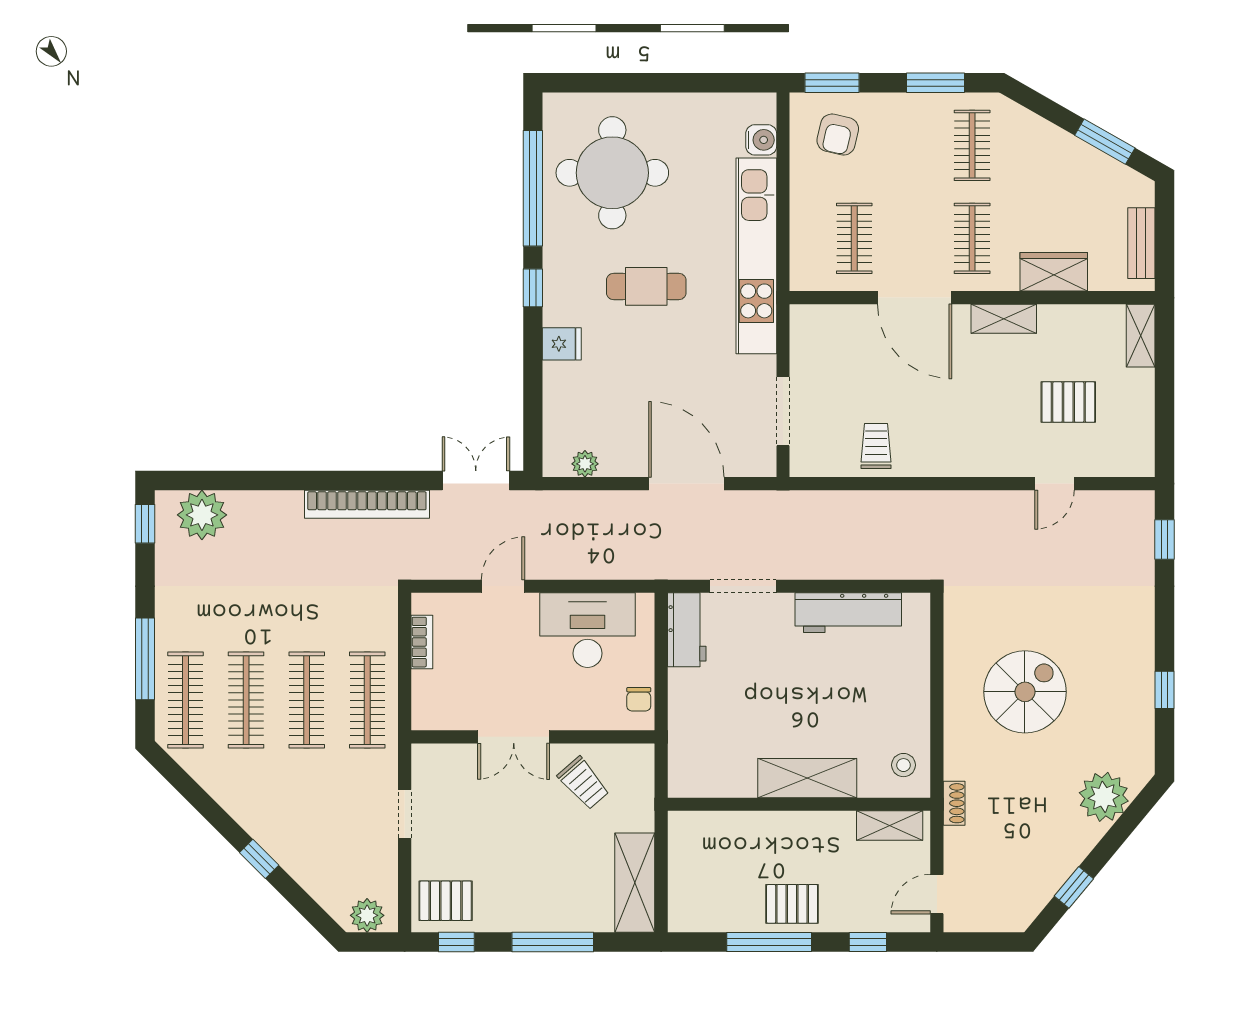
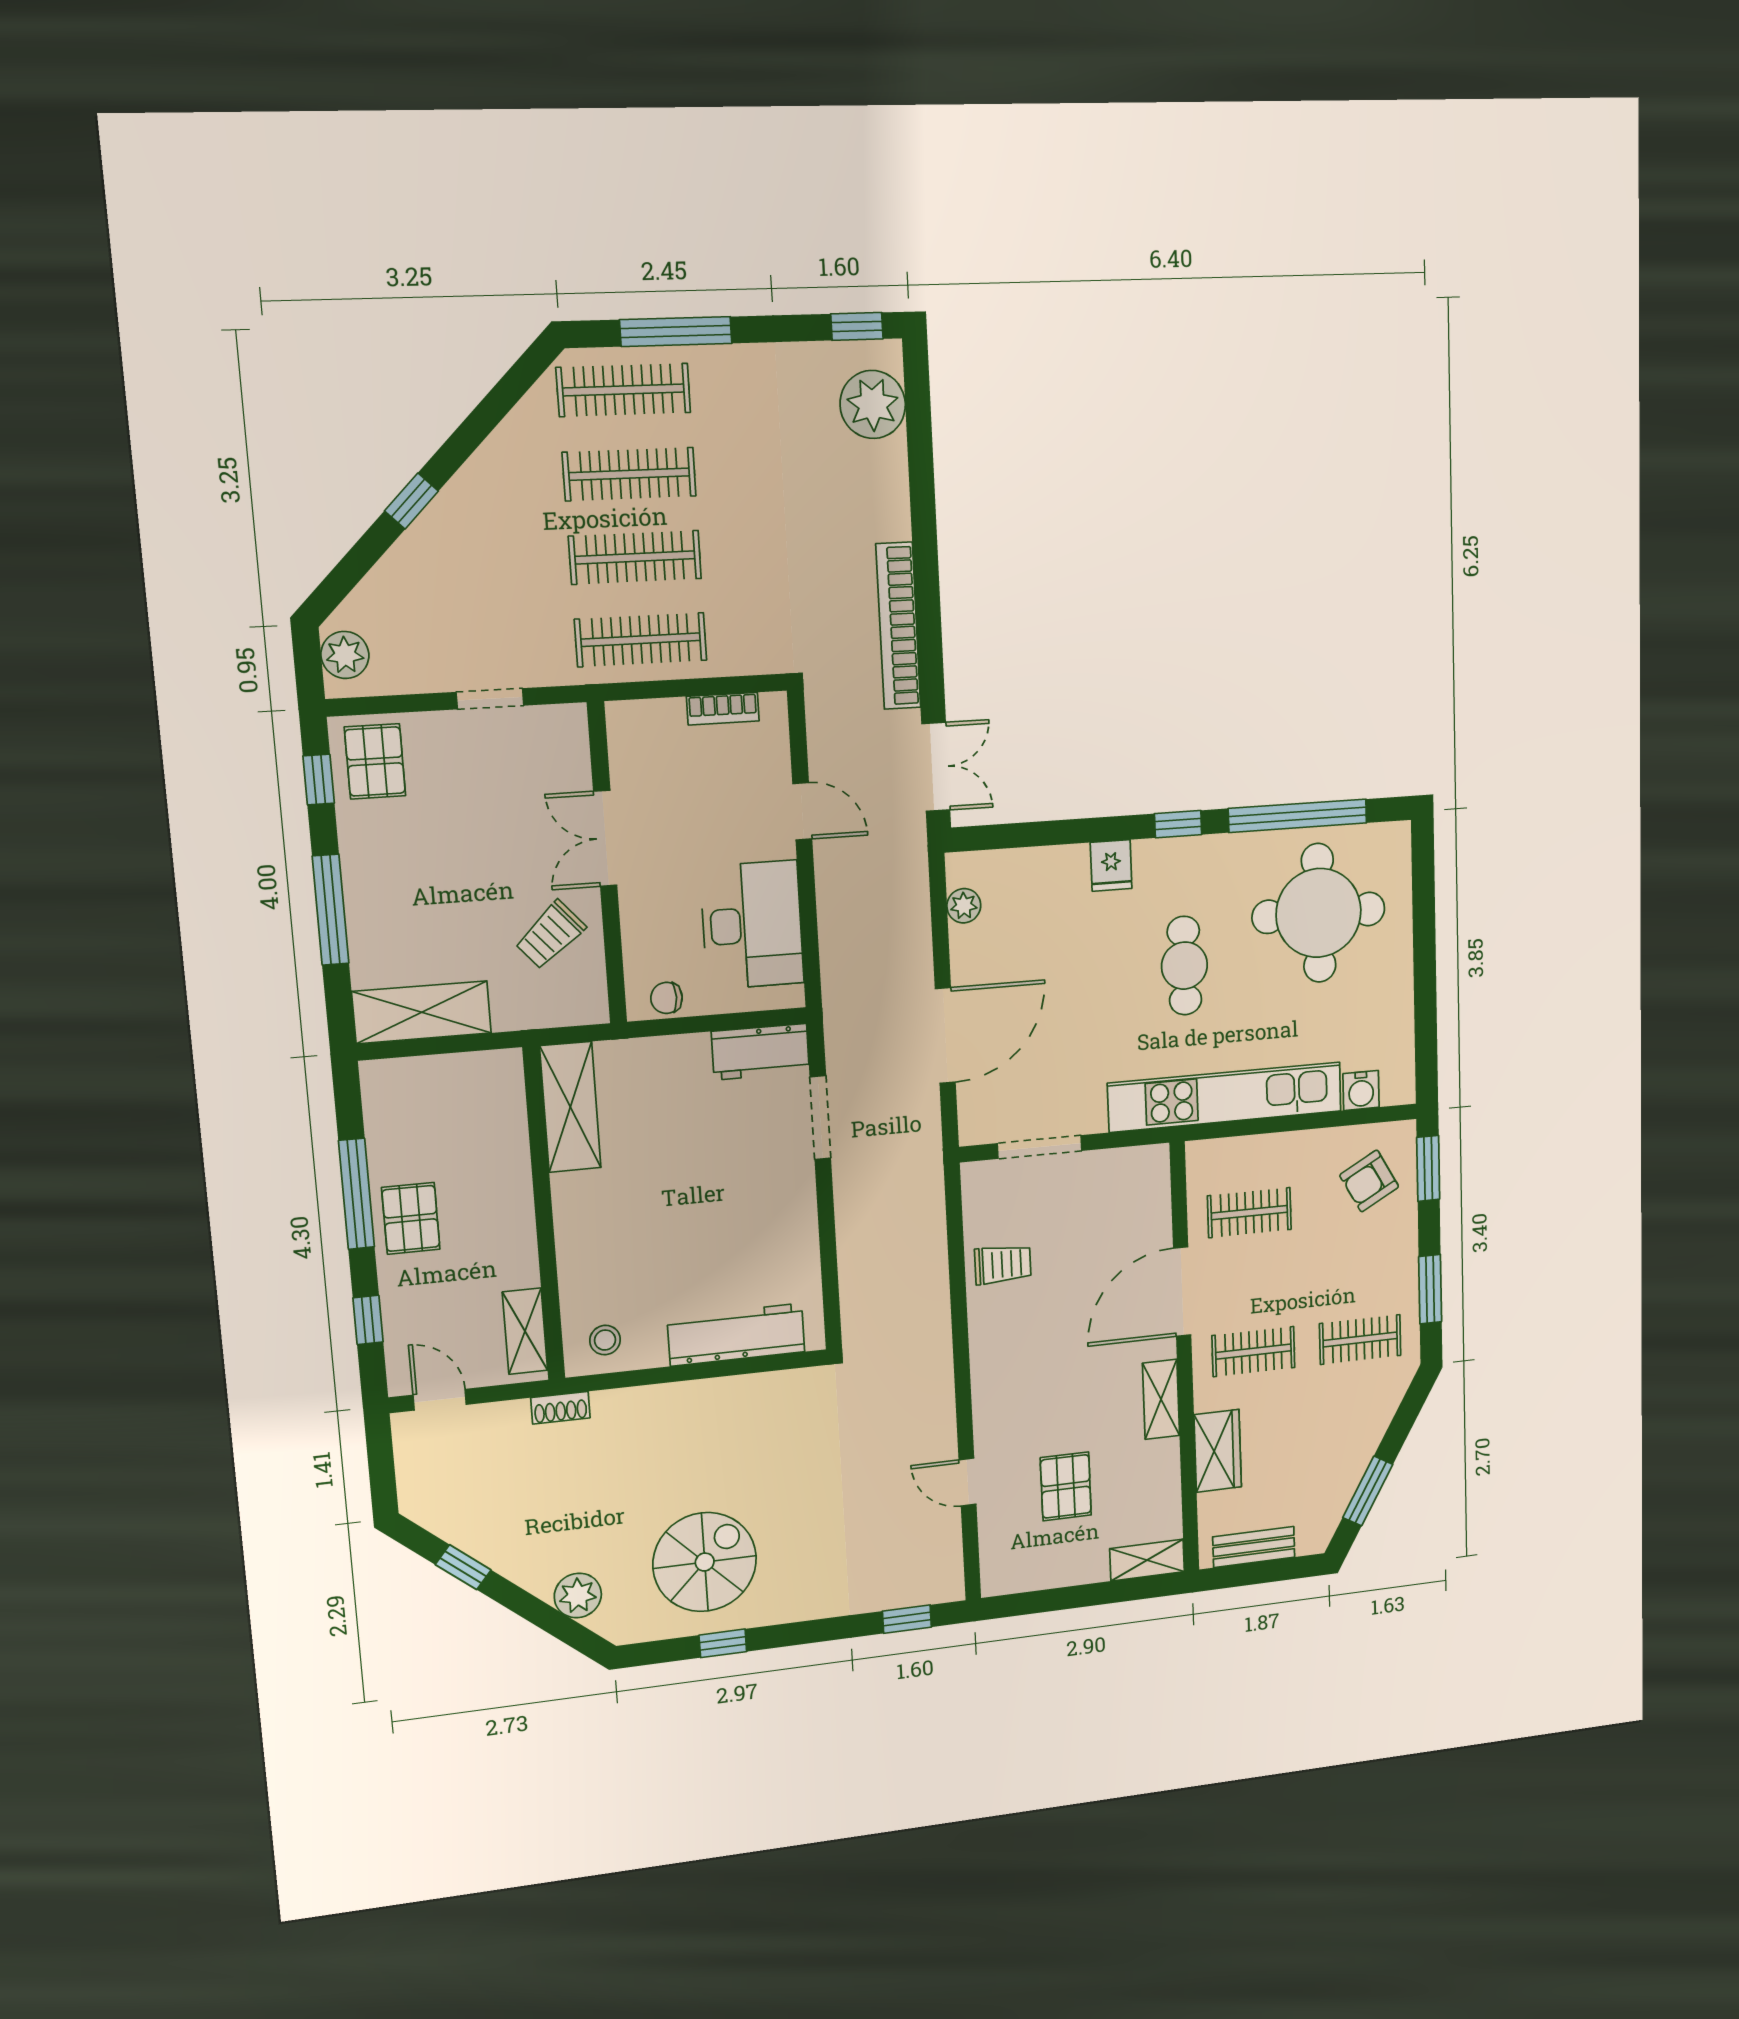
armchair: (838, 135) -> (1369, 1181), turned -42
workbench: (848, 613) -> (736, 1335), moved, turned 90
spiral stairs: (1025, 692) -> (705, 1562), moved, turned -90
shelving: (807, 778) -> (570, 1107), moved
plant: (1104, 797) -> (578, 1595), width x0.73, depth x0.73

